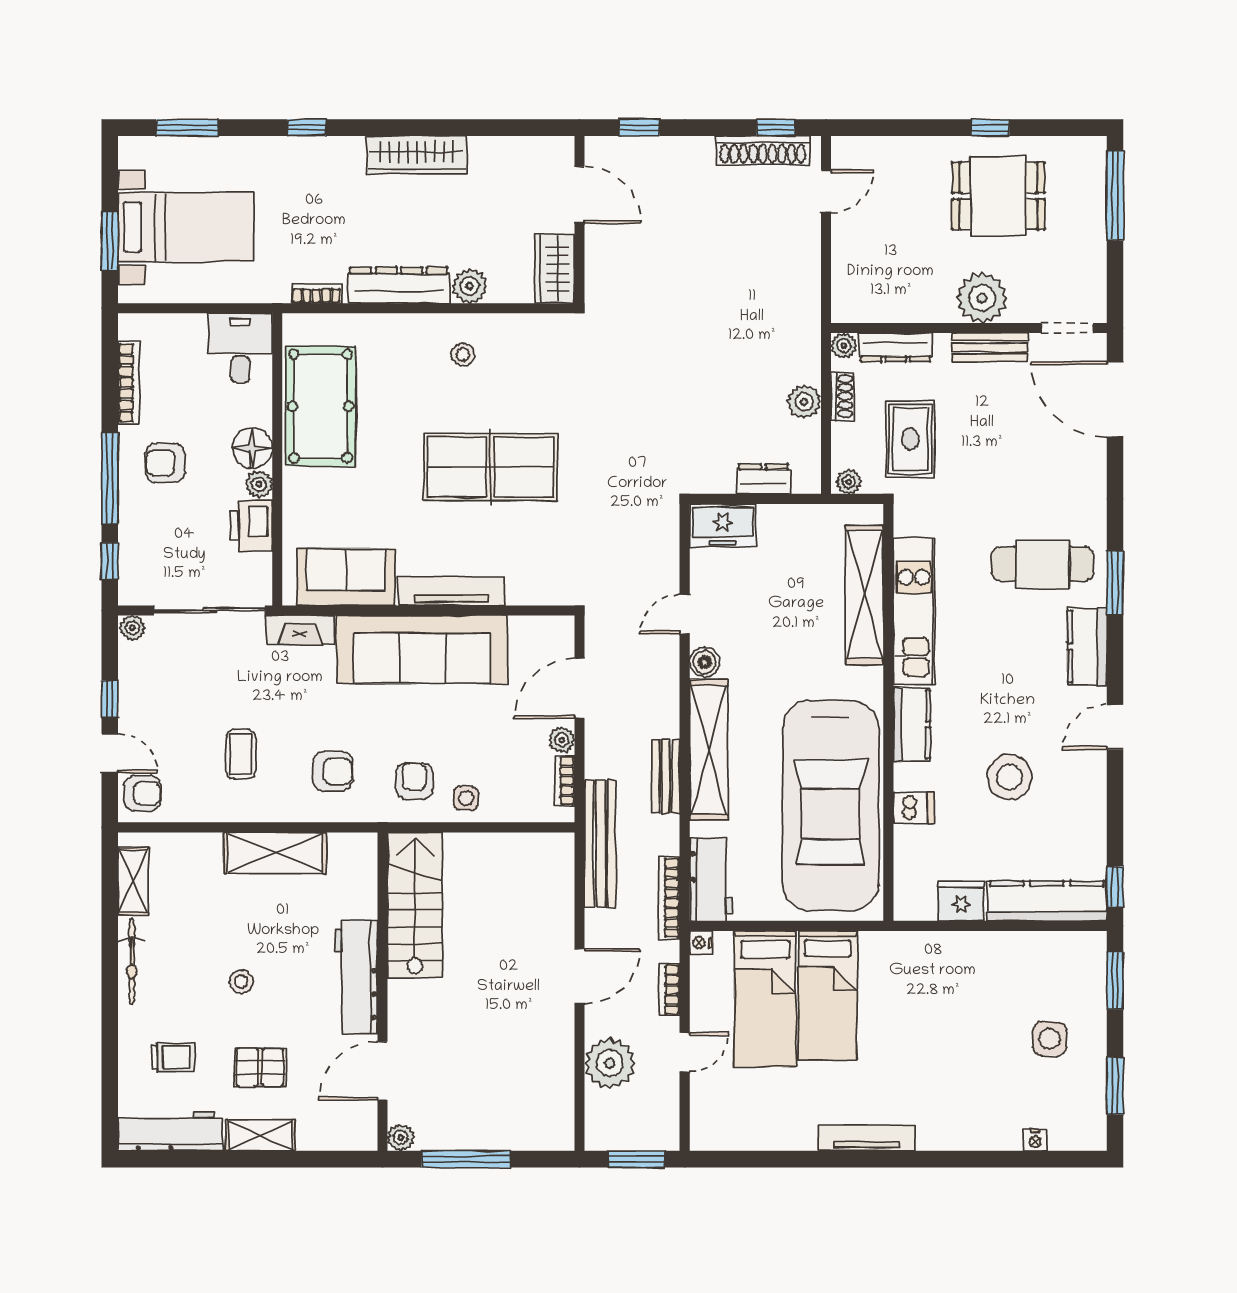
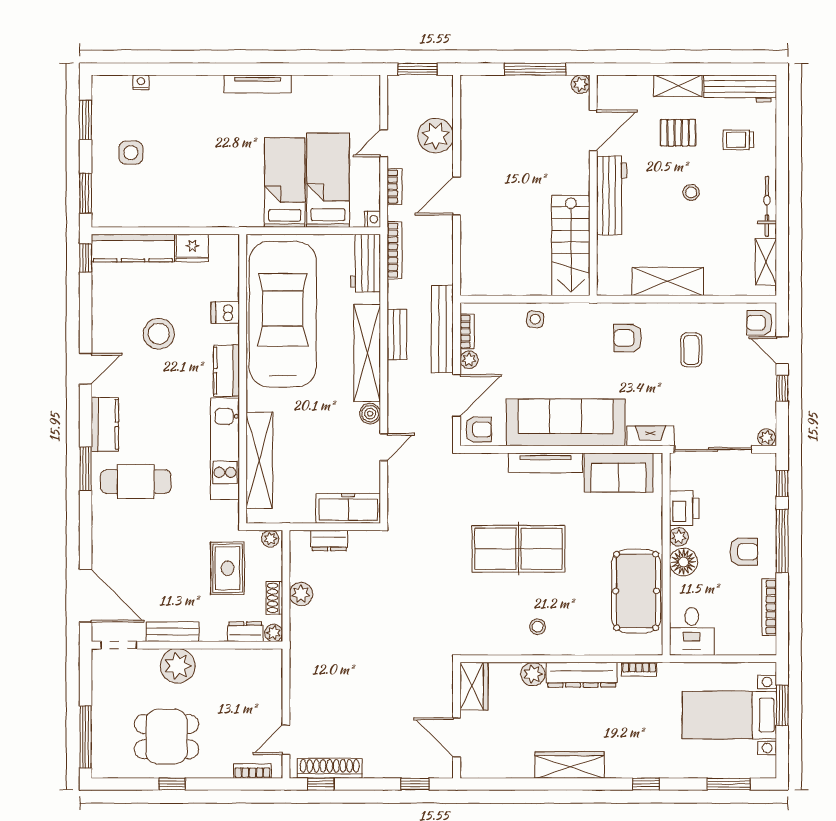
bookcase: (874, 146) -> (252, 771), added
dresser: (896, 347) -> (245, 632), width x0.70
freezer: (723, 525) -> (348, 508), width x1.40
armchair: (414, 781) -> (478, 430), moved, turned -90
bench: (600, 844) -> (442, 329), moved

